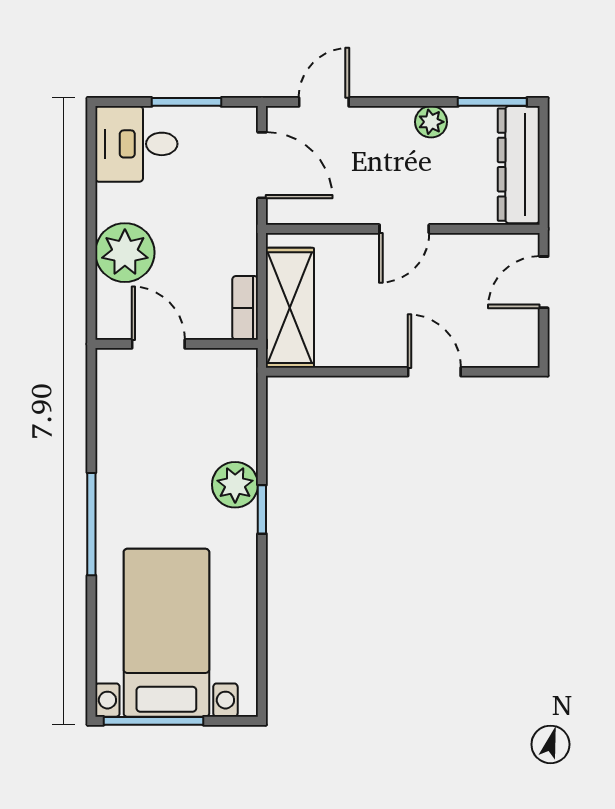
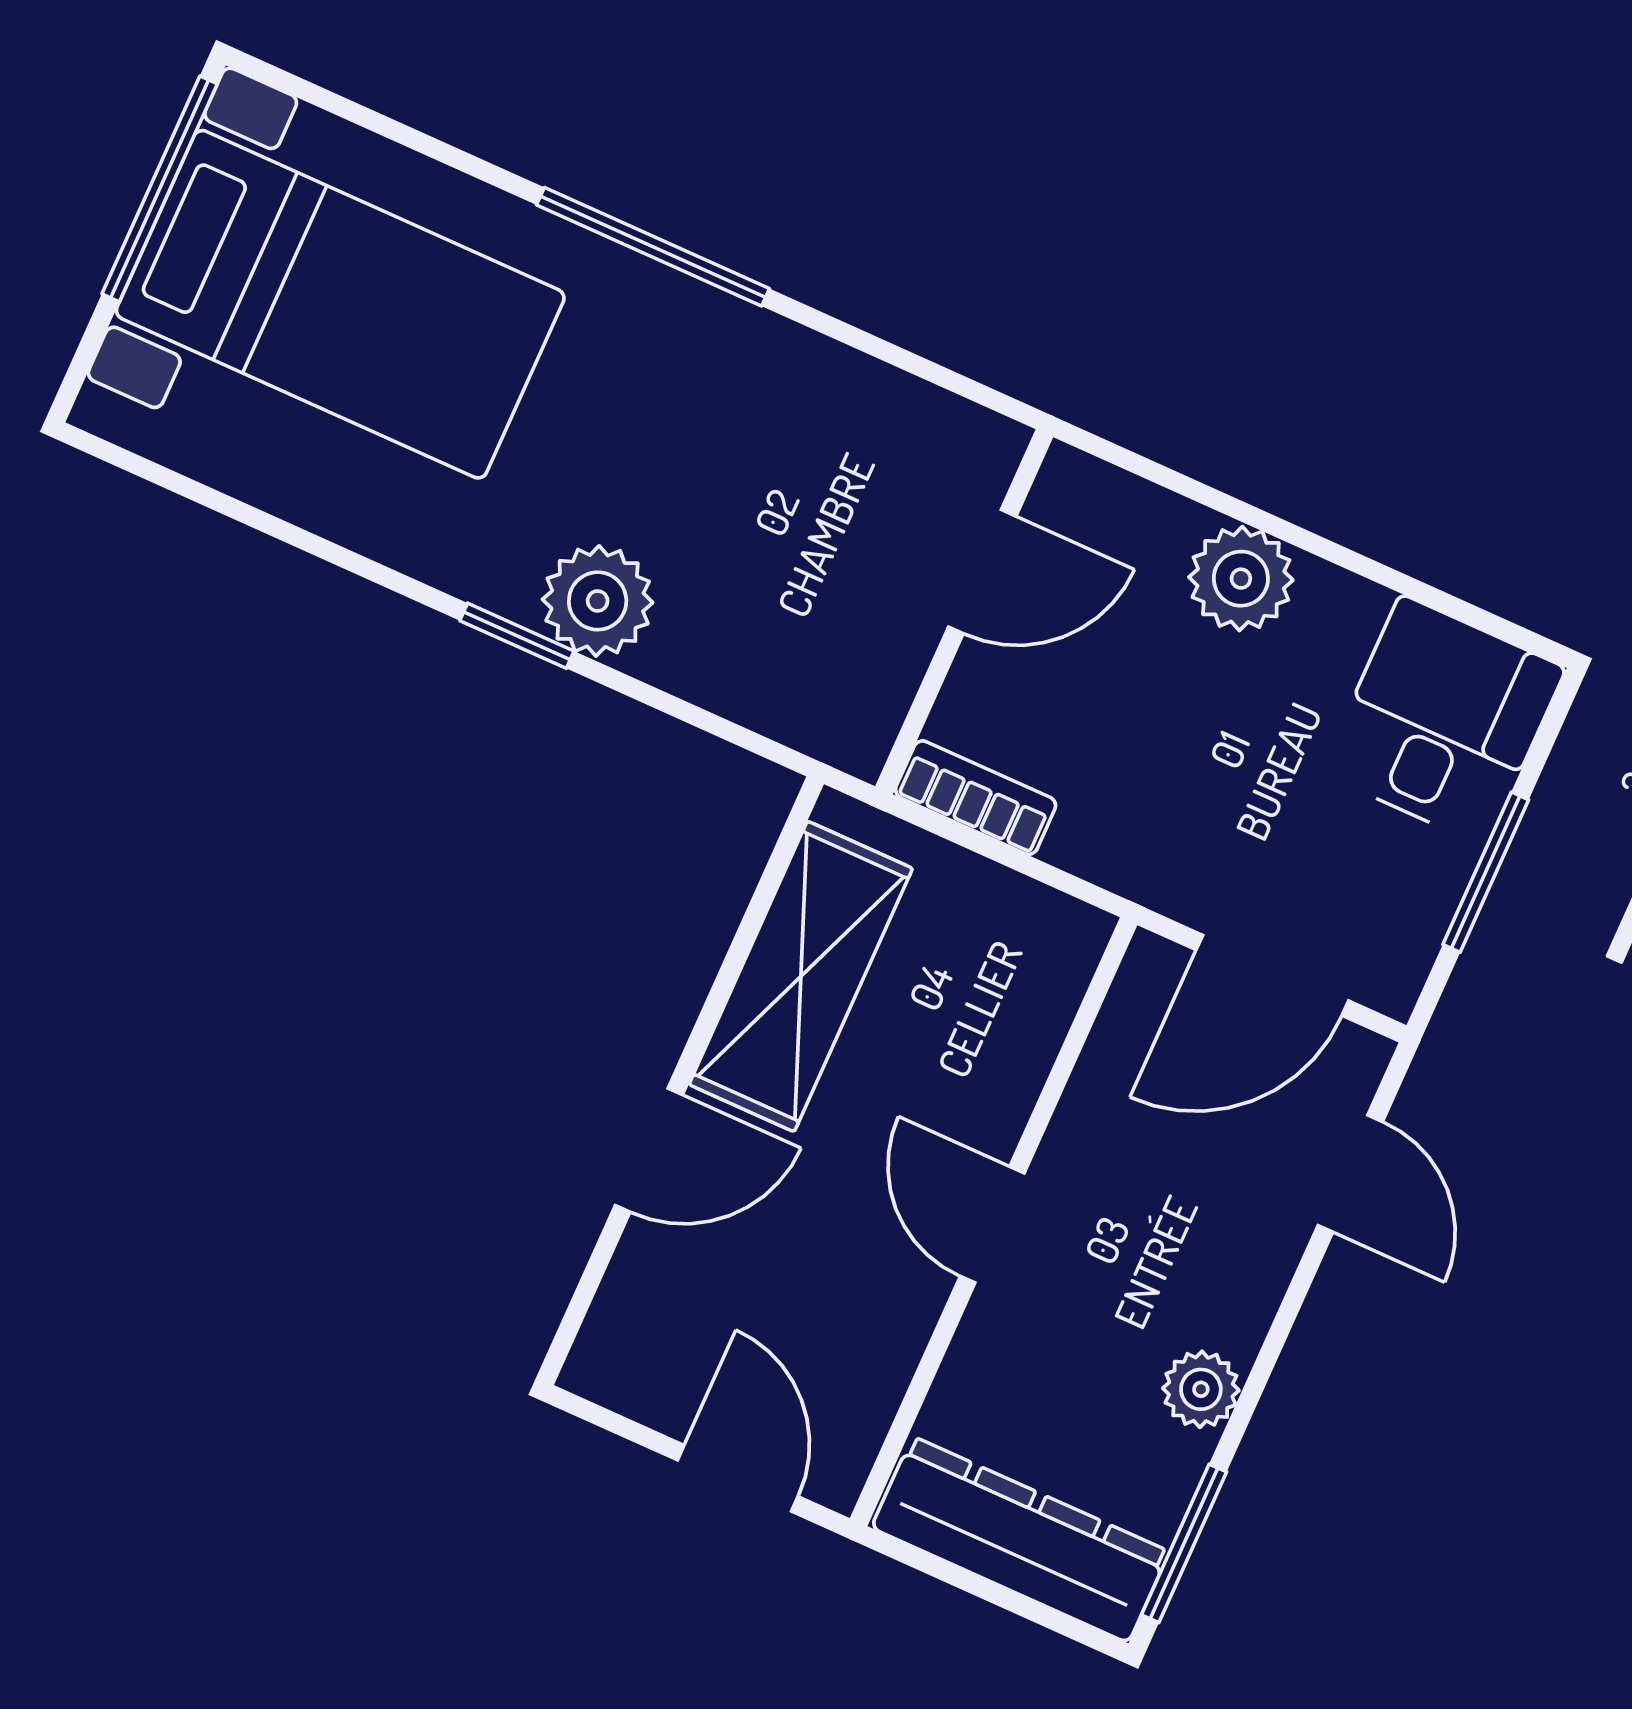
plant: (125, 253) -> (1241, 579), width x0.73, depth x0.73
shelving: (290, 308) -> (801, 976), moved, turned 90

